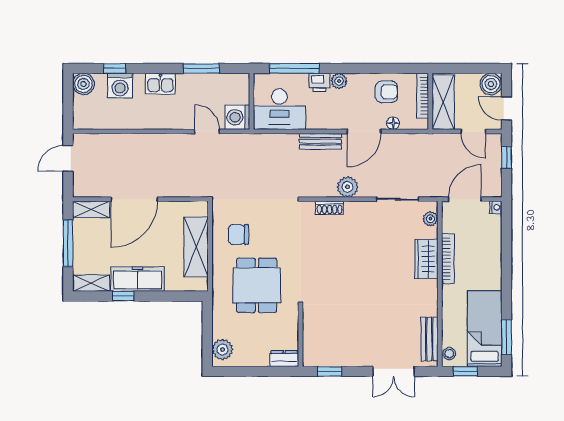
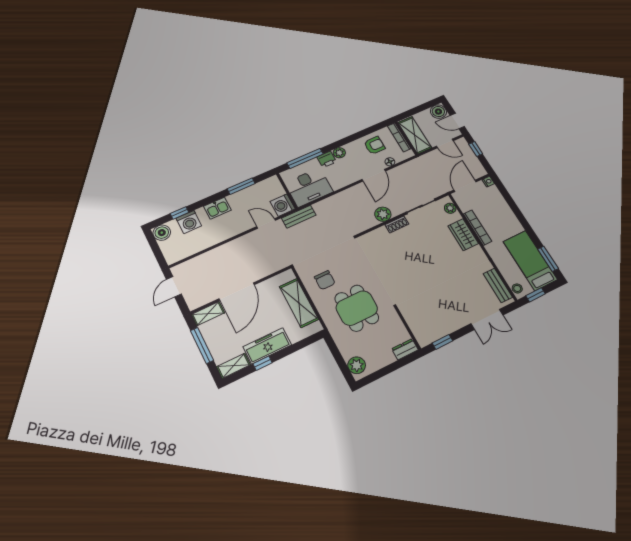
bench: (320, 141) -> (299, 217), moved
shoe rack: (330, 208) -> (397, 224), moved
chair: (238, 235) -> (325, 280), turned -90

